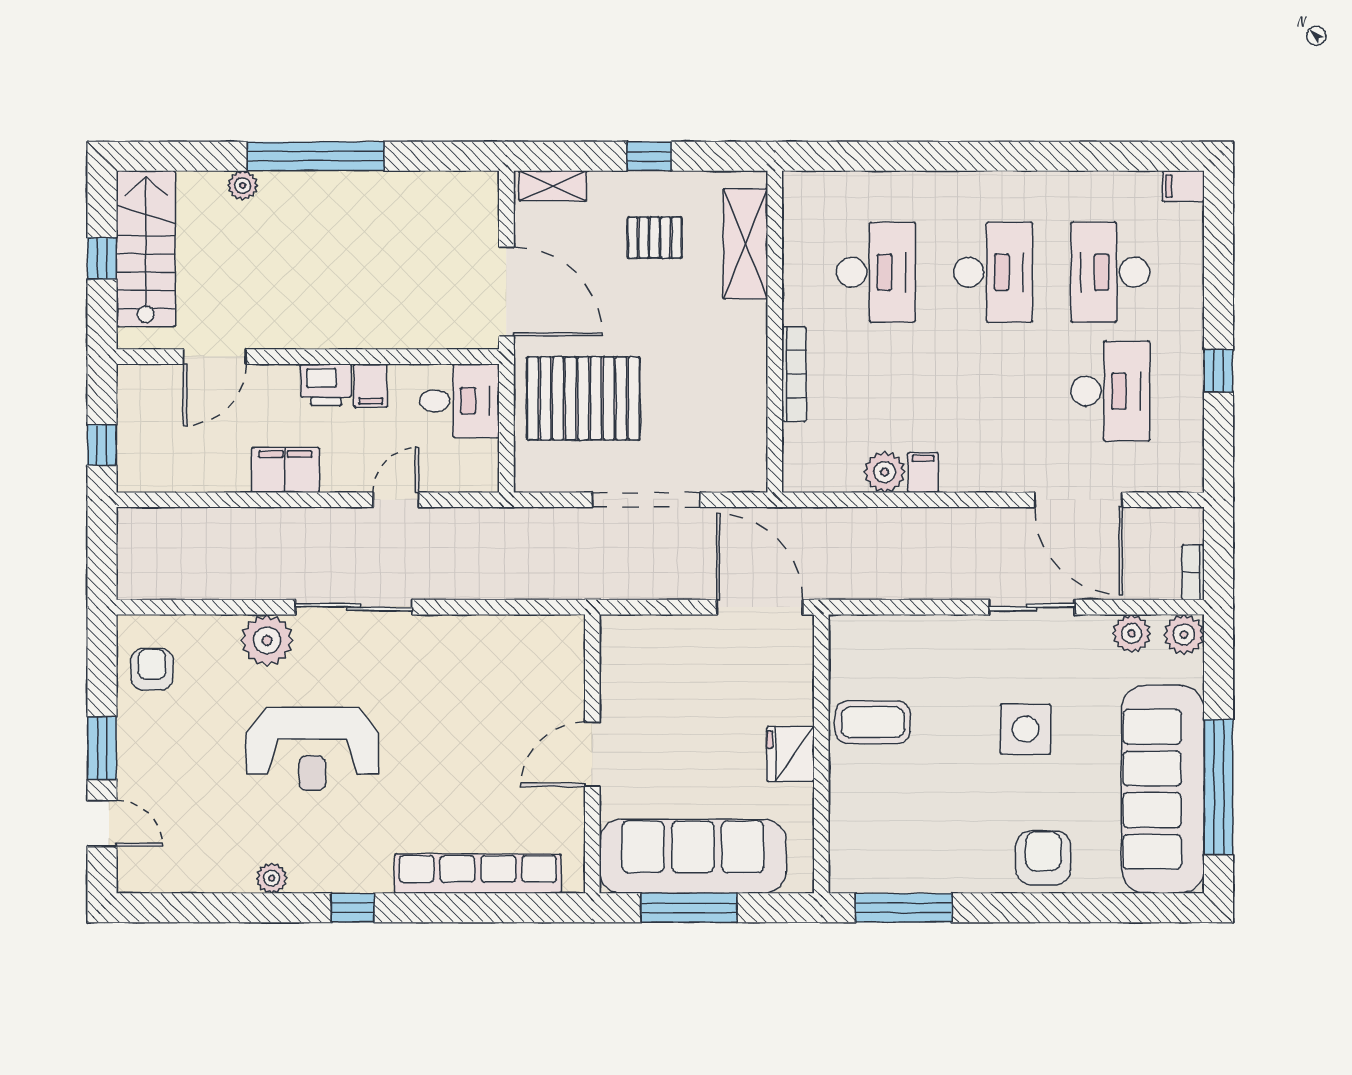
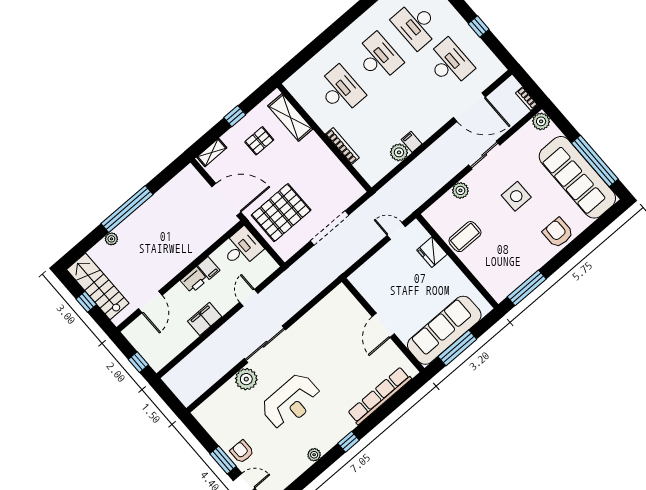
door: (760, 607) -> (396, 231), width x0.53
plant: (1132, 633) -> (460, 190), moved
armchair: (152, 669) -> (242, 452), moved
fridge: (790, 754) -> (432, 252), moved

